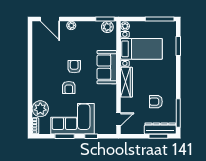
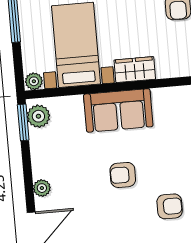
wardrobe: (127, 82) -> (135, 70), width x0.67
armchair: (69, 88) -> (170, 206), moved

